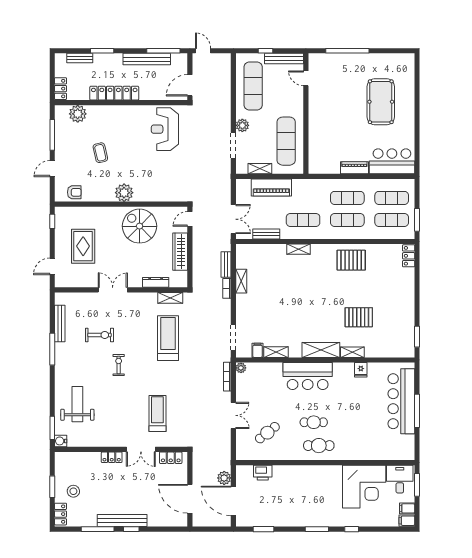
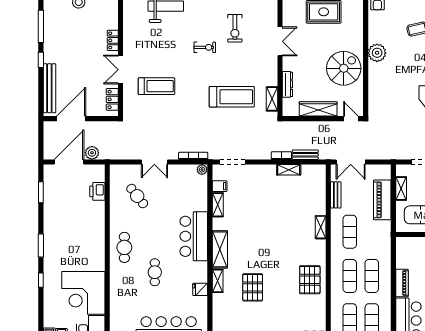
cafe table: (314, 422) -> (155, 272), moved
bench: (122, 521) -> (49, 88), moved

